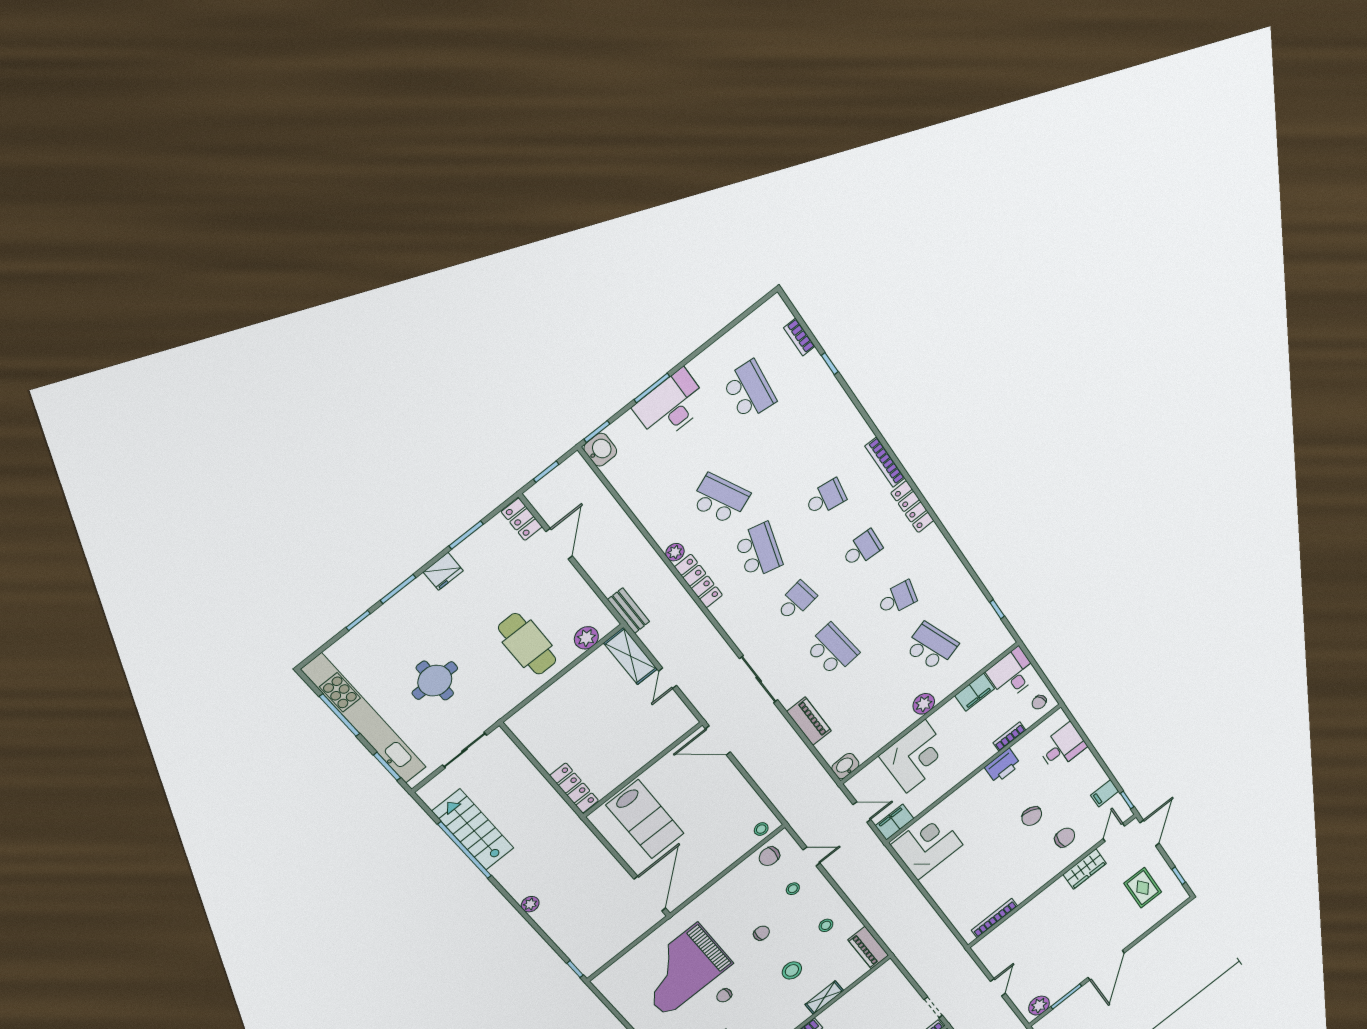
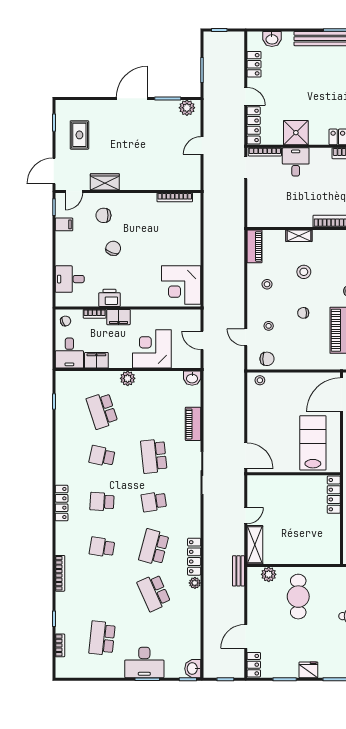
bookcase: (885, 462) -> (60, 573), moved
filing cabinet: (894, 822) -> (118, 317), moved

